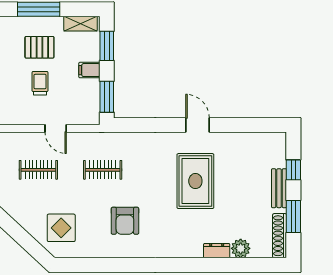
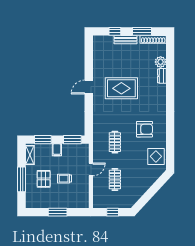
display table: (61, 228) -> (156, 156), moved

